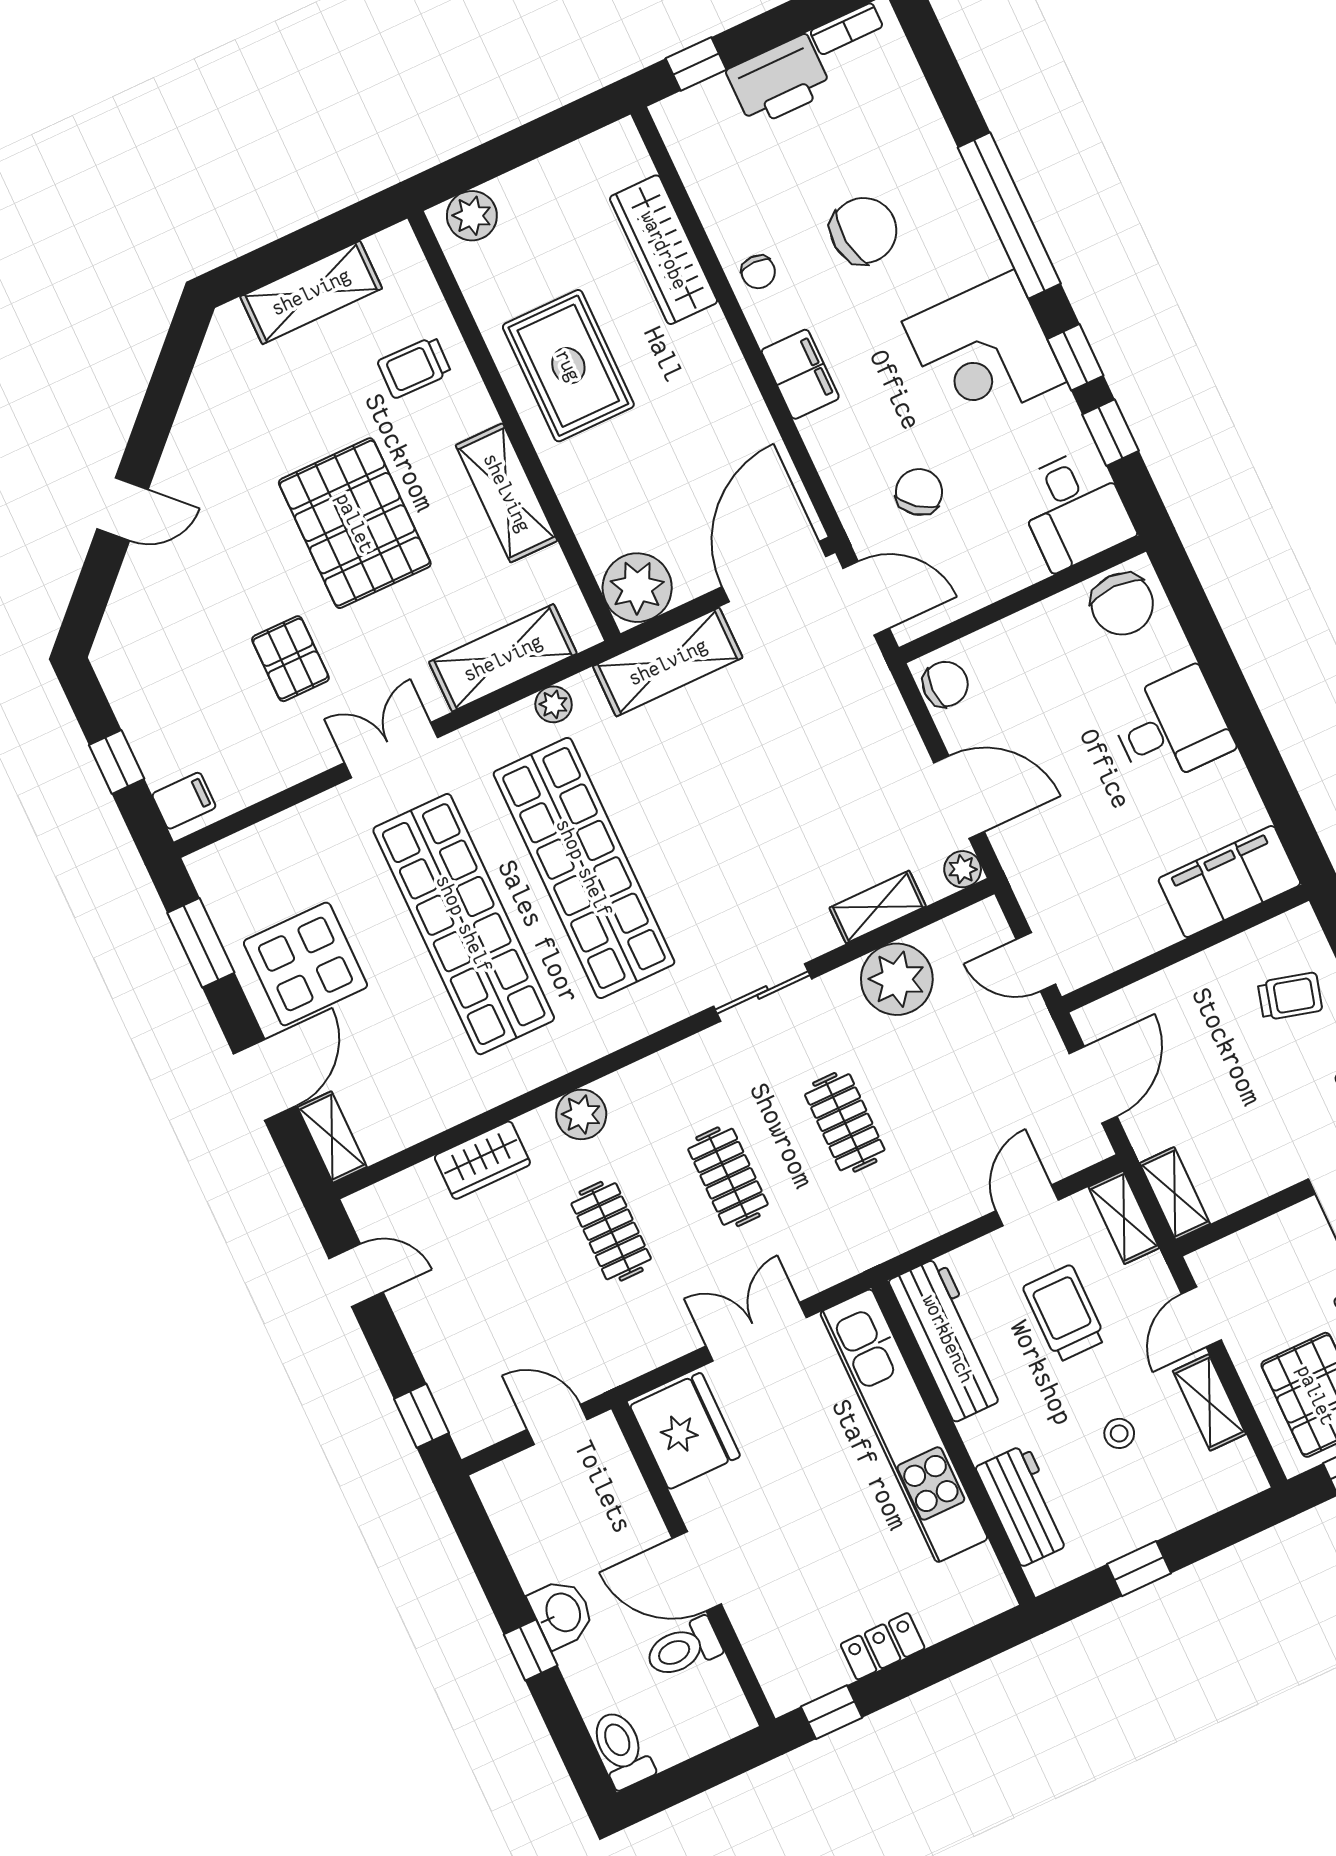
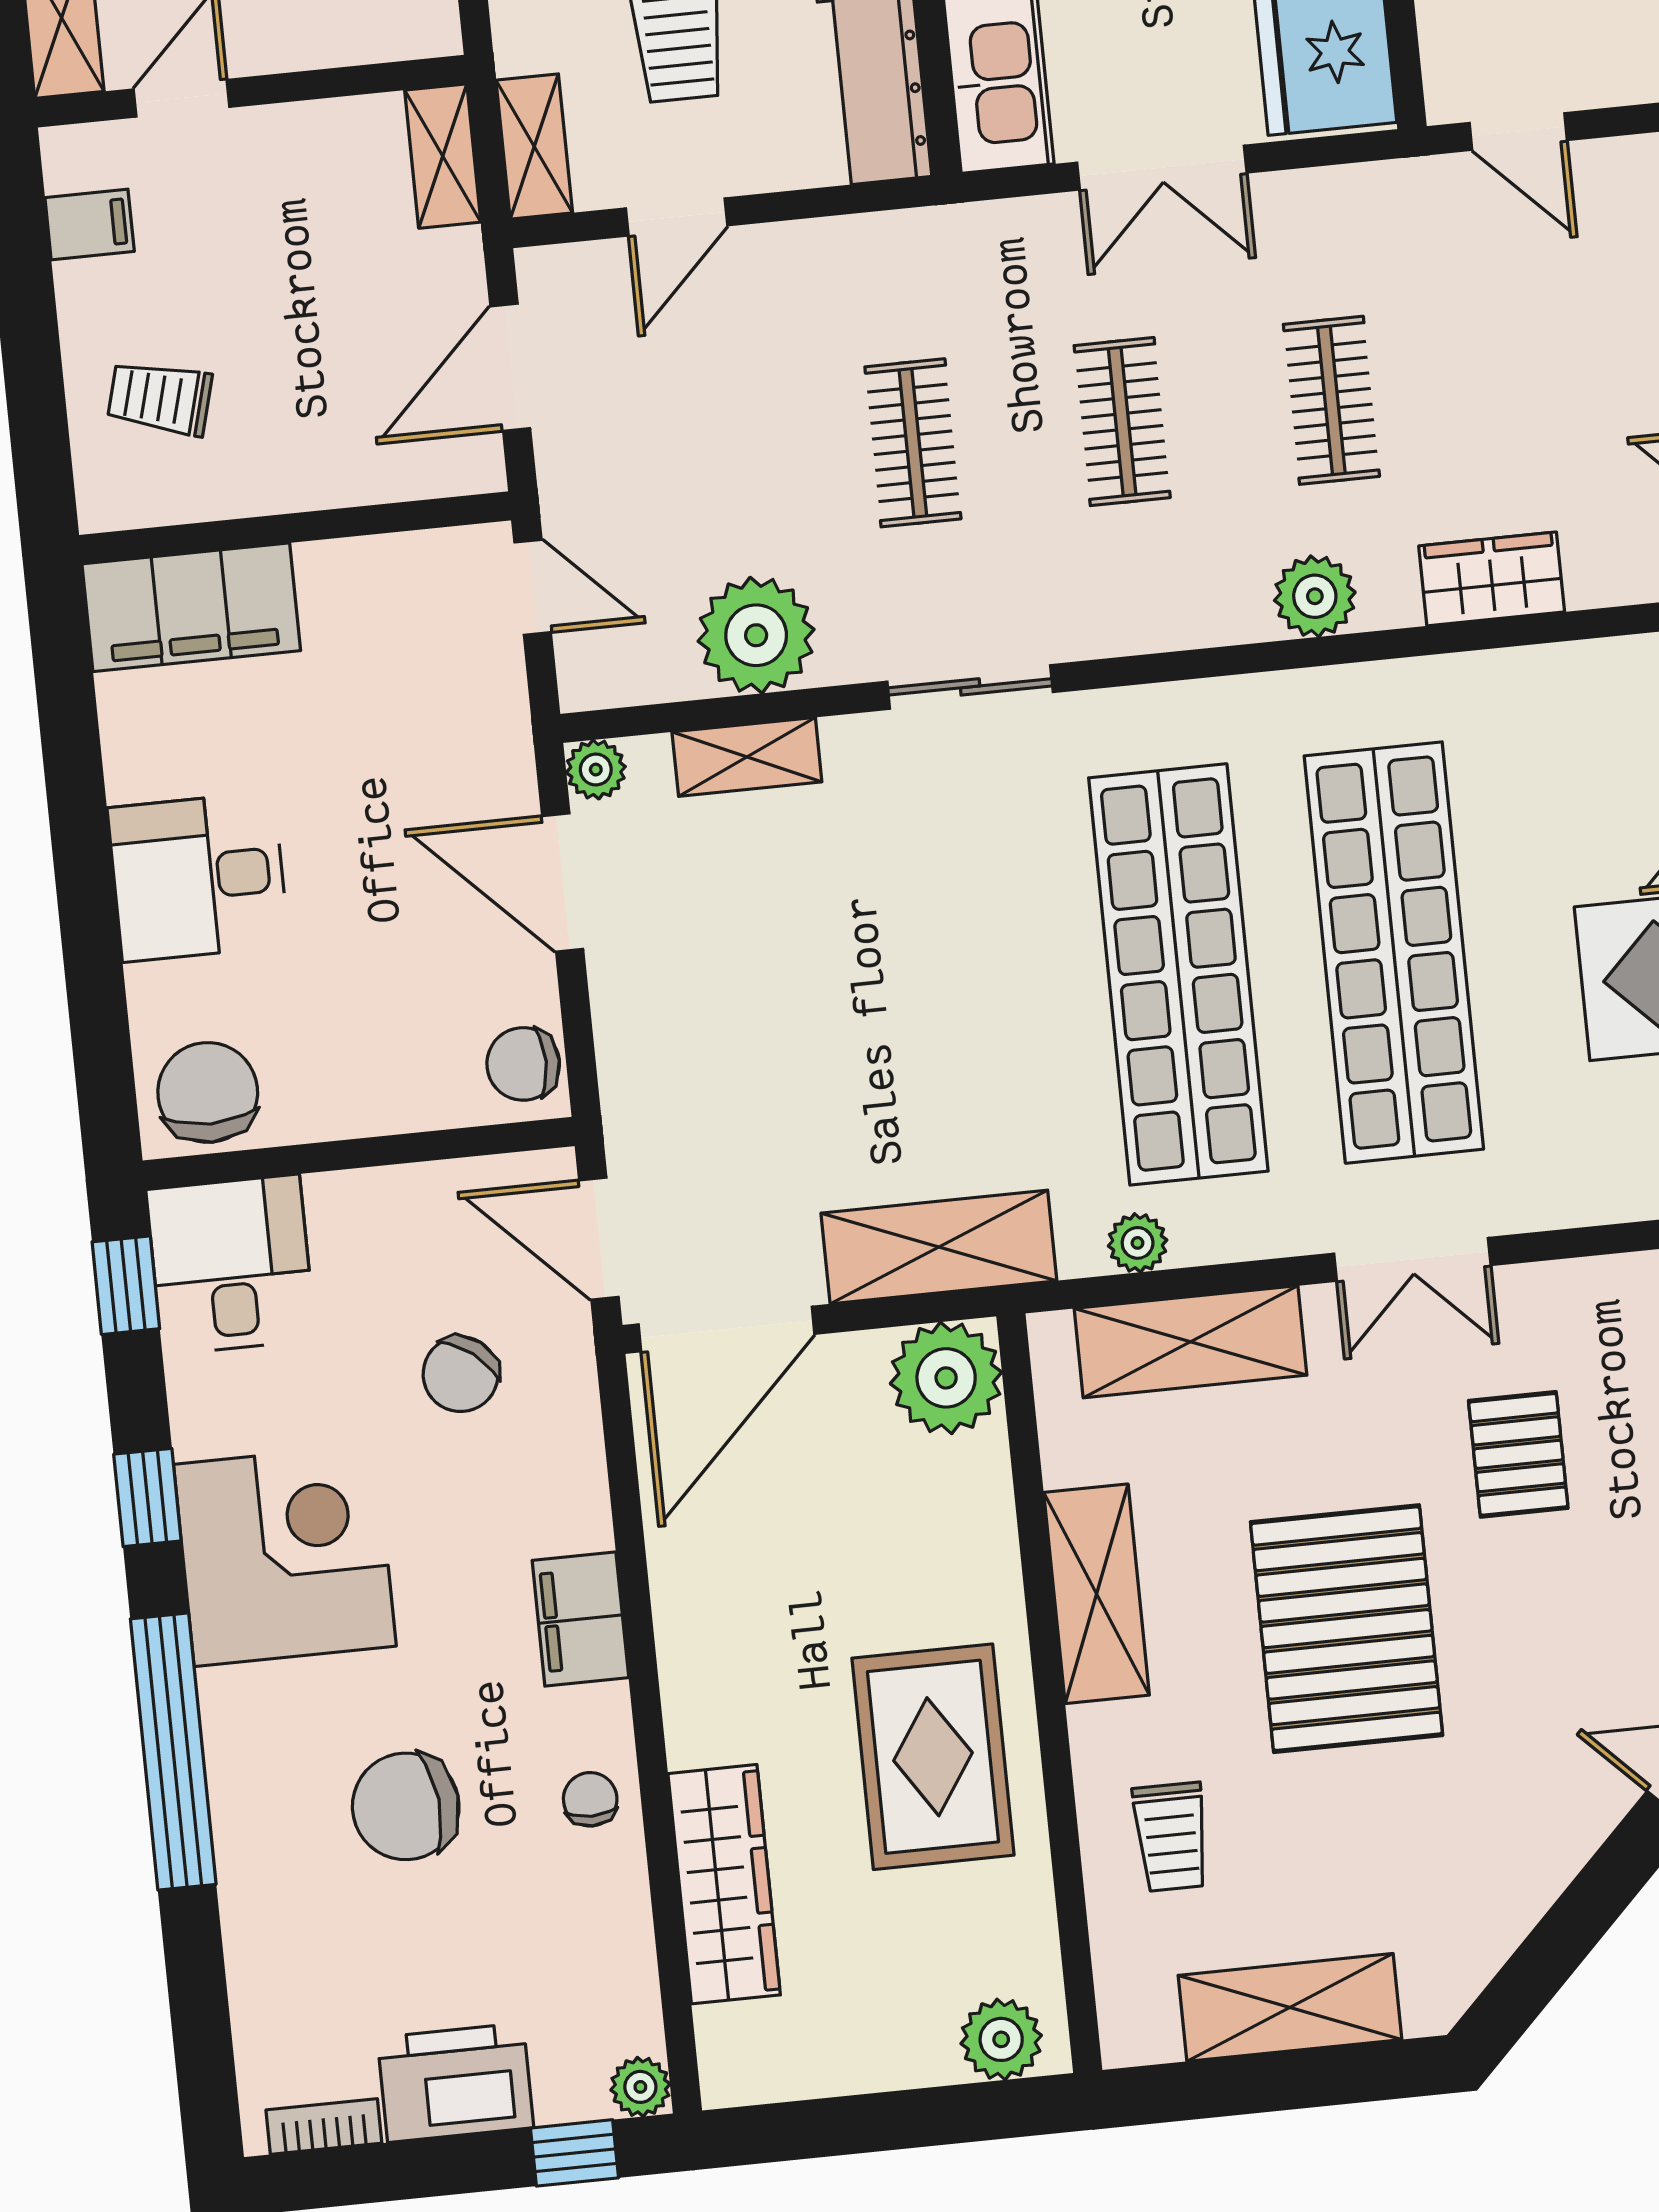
plant: (671, 115) -> (640, 2087), added
trolley: (414, 367) -> (1171, 1837), turned 89
window: (1111, 433) -> (126, 1285), moved

